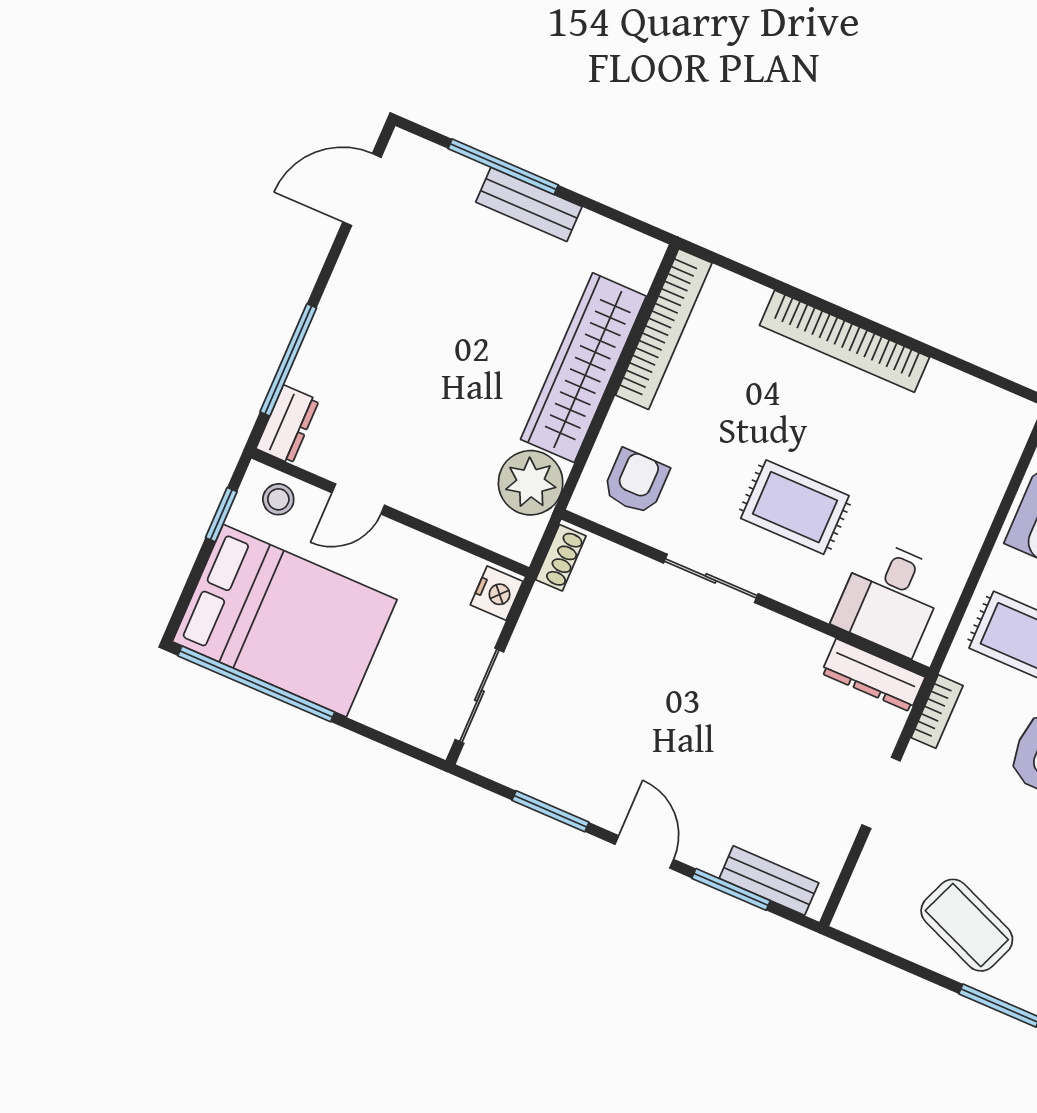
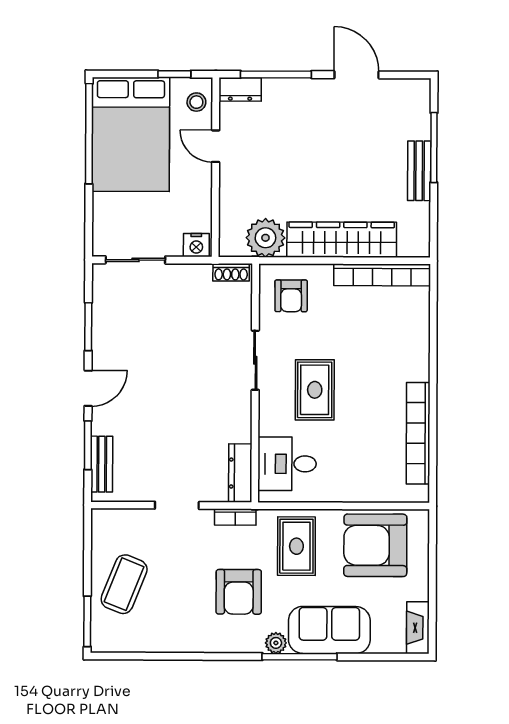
door: (362, 190) -> (357, 75), moved
bookcase: (845, 341) -> (418, 433), moved
armchair: (636, 482) -> (291, 296), turned 90

